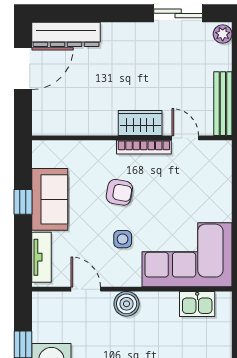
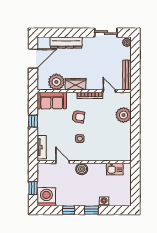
dresser: (66, 34) -> (66, 43), moved
plant: (73, 118) -> (56, 82), added
wardrobe: (140, 123) -> (76, 84), moved
plant: (216, 189) -> (123, 115), added
sofa: (50, 199) -> (52, 101), moved, turned 90
corner sofa: (187, 255) -> (110, 146), removed

